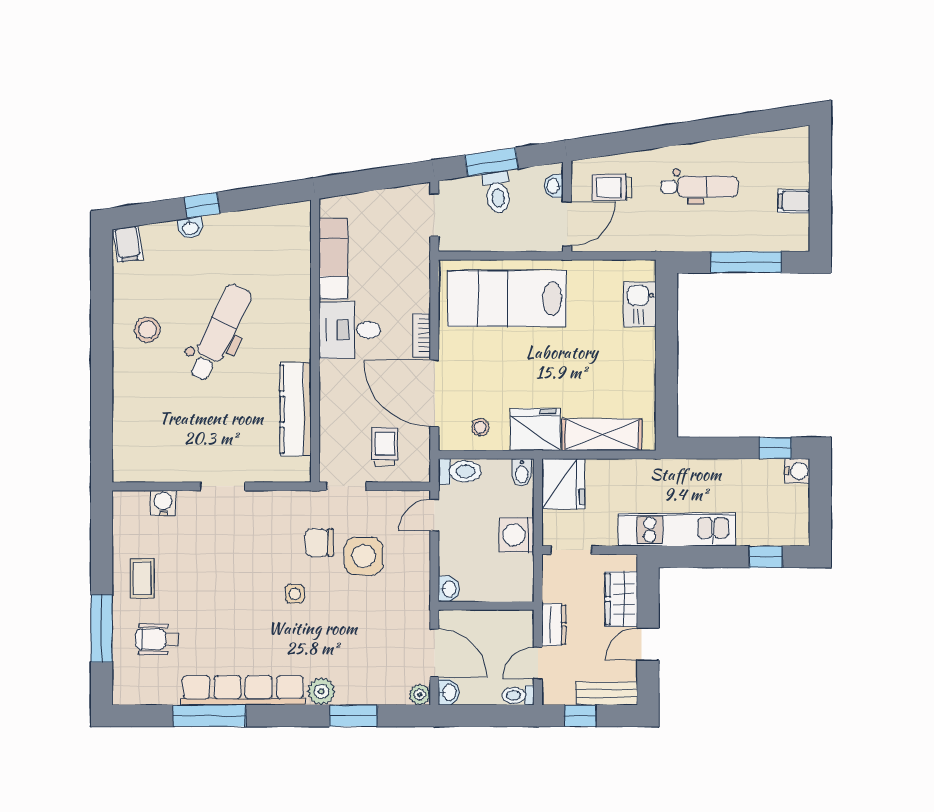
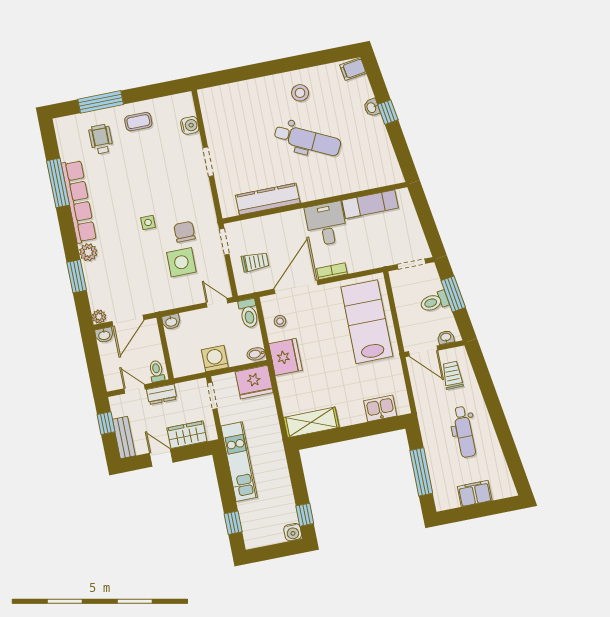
filing cabinet: (794, 201) -> (475, 493), width x2.00
shelving: (602, 435) -> (311, 422), moved, turned 90
toilet: (518, 695) -> (157, 371), moved

